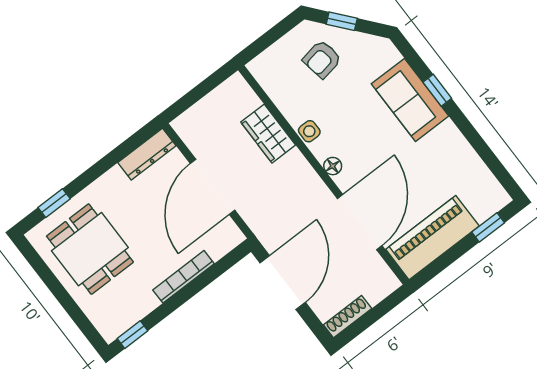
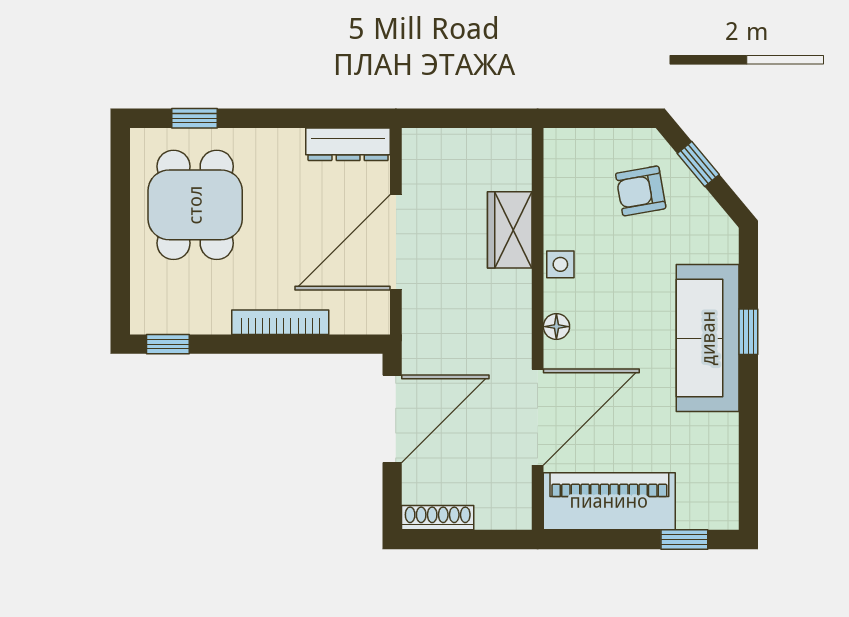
sofa: (410, 100) -> (708, 338), width x1.36

